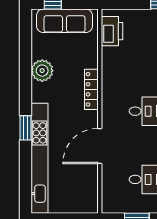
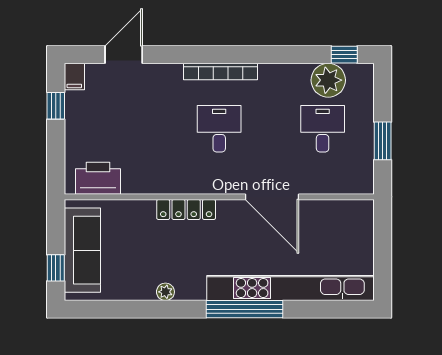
plant: (42, 71) -> (165, 292), width x0.53, depth x0.53
window: (26, 128) -> (244, 309), width x2.11

